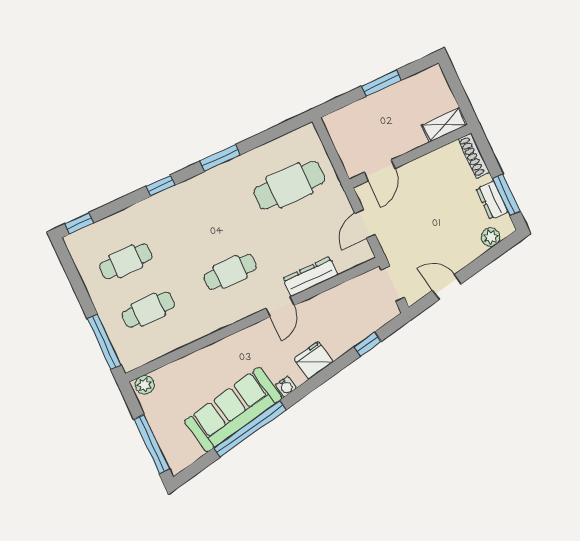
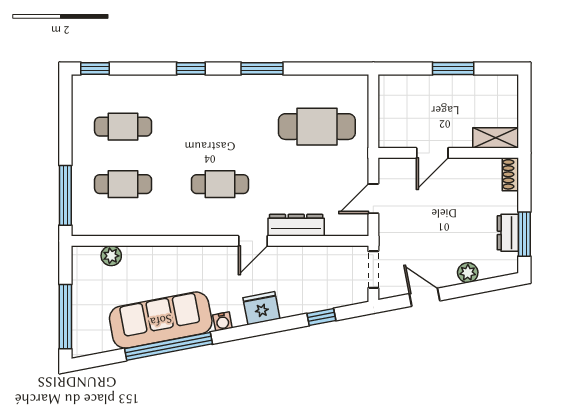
shoe rack: (474, 156) -> (510, 174), width x0.70
door: (380, 170) -> (432, 153), moved
plant: (491, 237) -> (468, 273), moved
plant: (145, 385) -> (111, 256), moved

